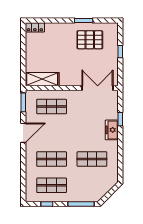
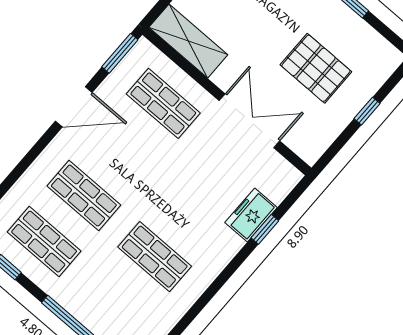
pallet: (90, 40) -> (316, 68), moved
double door: (98, 88) -> (249, 121), moved
freezer: (112, 130) -> (251, 215), moved

